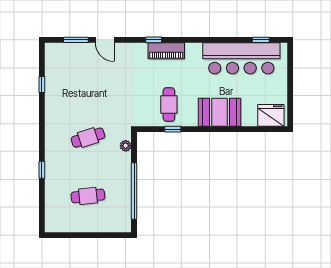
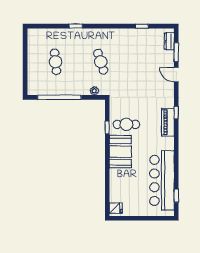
door: (105, 40) -> (176, 75), hinge flipped
dresser: (61, 49) -> (169, 41), added
booth: (219, 112) -> (120, 152), moved
fridge: (271, 115) -> (116, 208), width x0.53, depth x0.75

